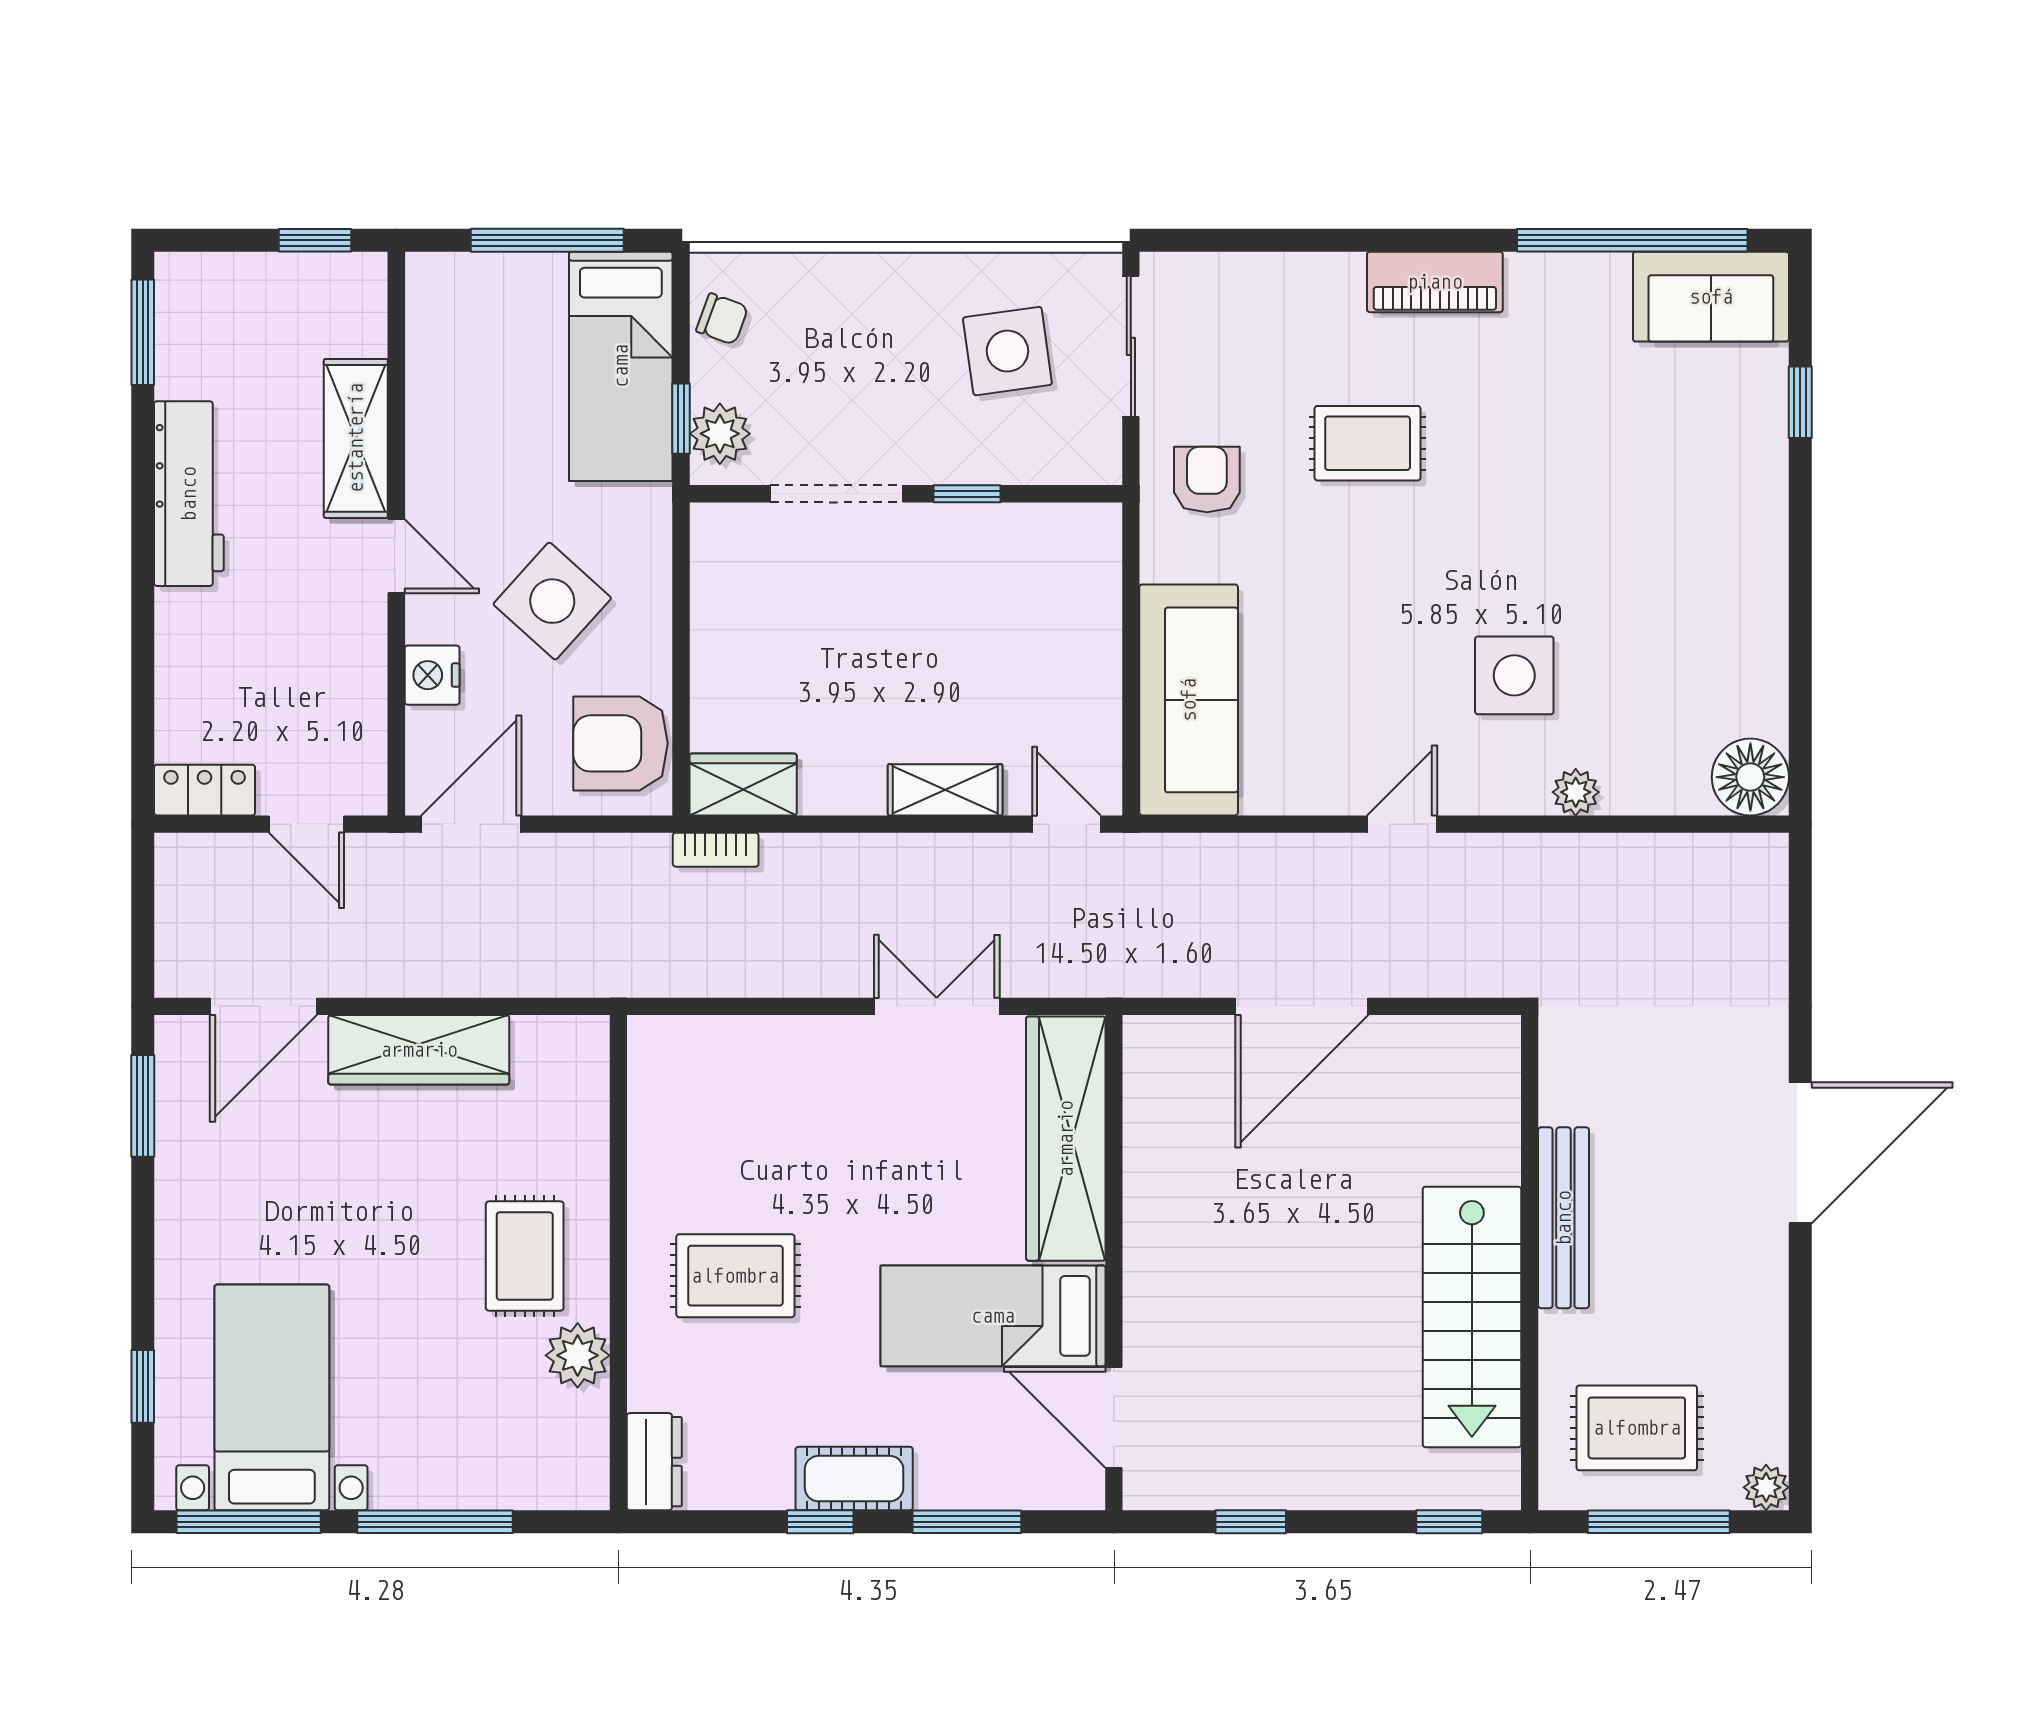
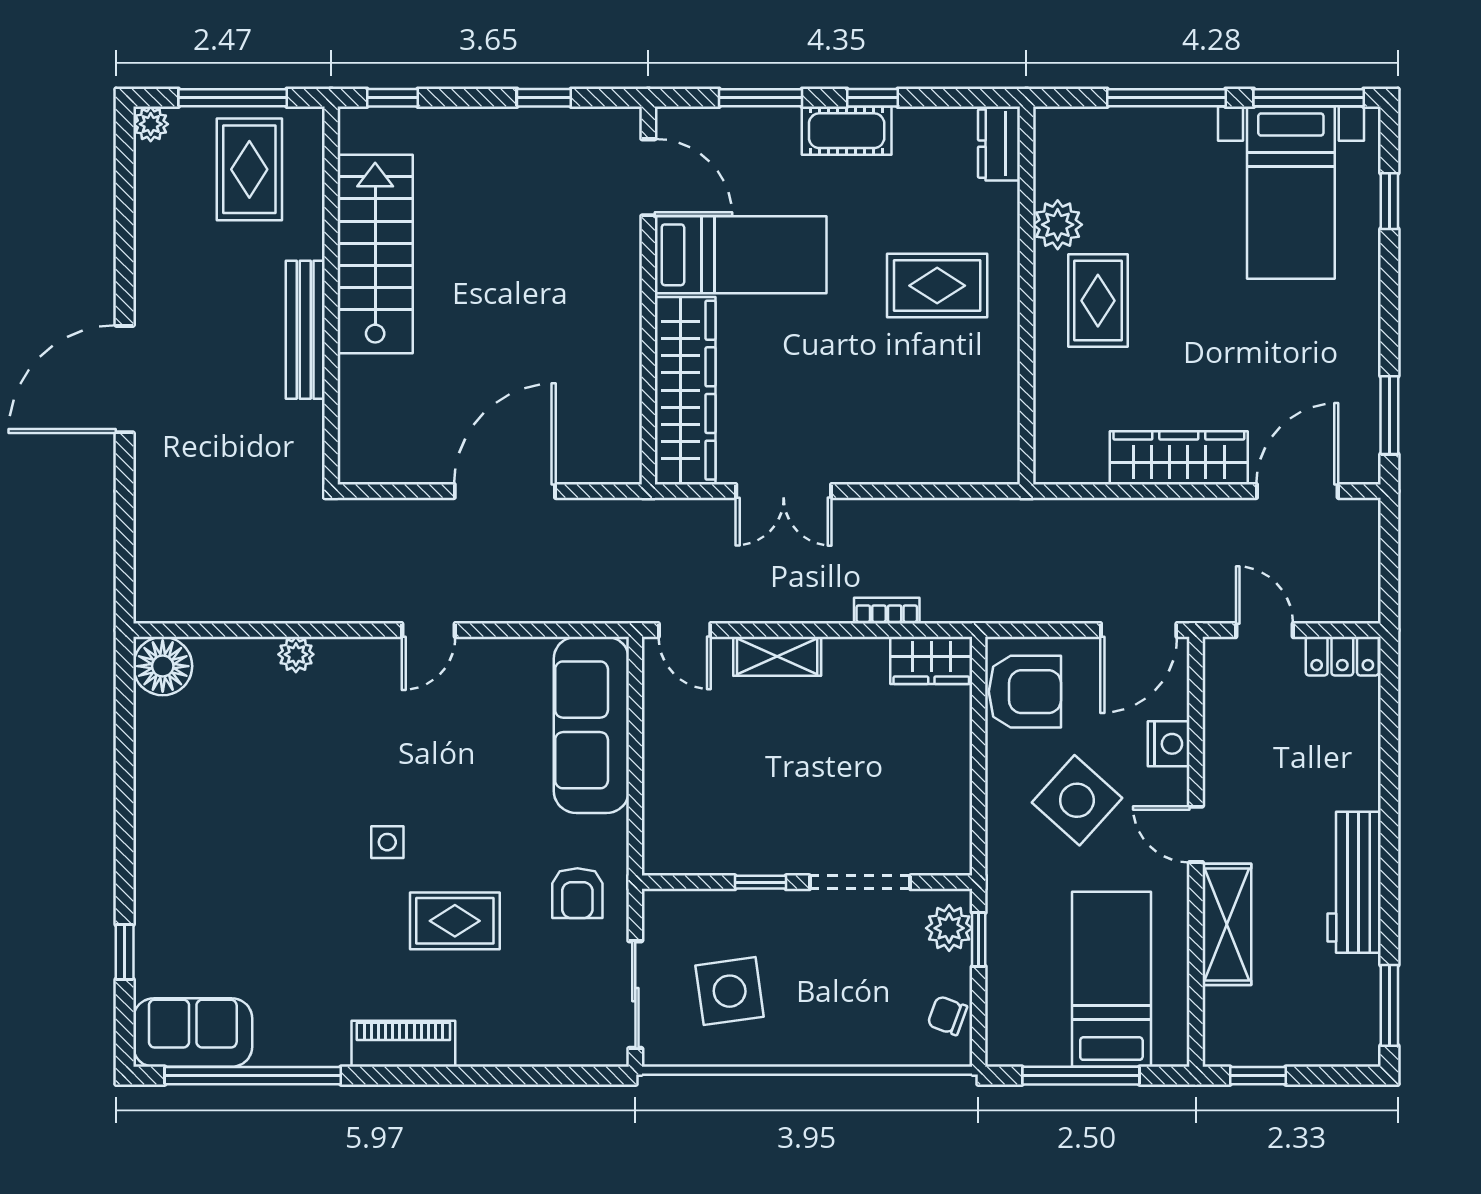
bed: (621, 366) -> (1111, 979), moved
side table: (1514, 675) -> (387, 842), moved, width x0.54, depth x0.54
bookcase: (716, 850) -> (887, 611), moved
rug: (1637, 1428) -> (249, 169), turned 90

